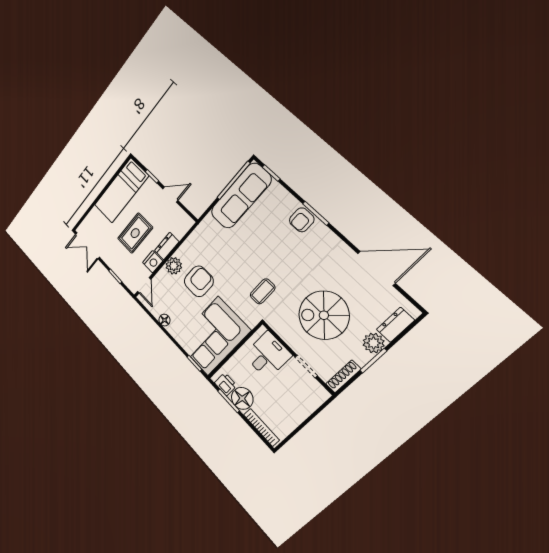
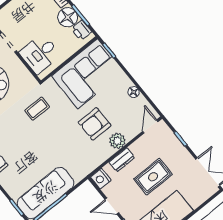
nightstand: (153, 262) -> (101, 179), moved, turned -90

